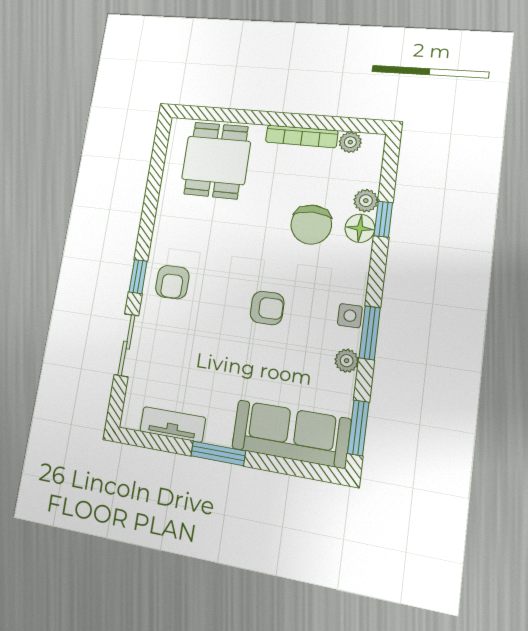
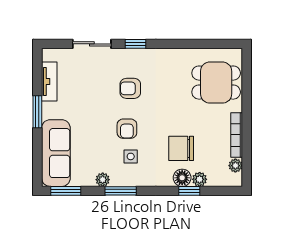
armchair: (172, 282) -> (130, 88), moved
side table: (350, 316) -> (131, 156), moved

